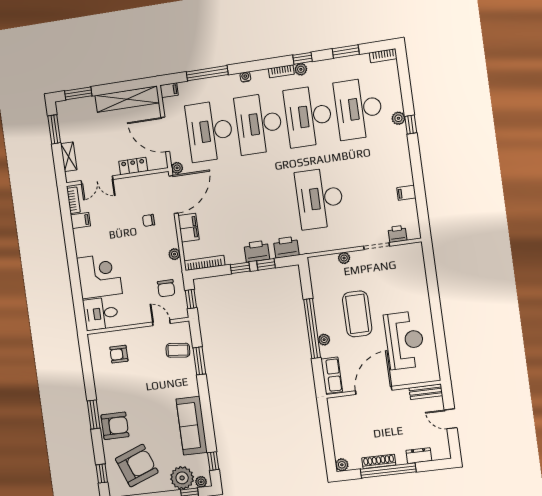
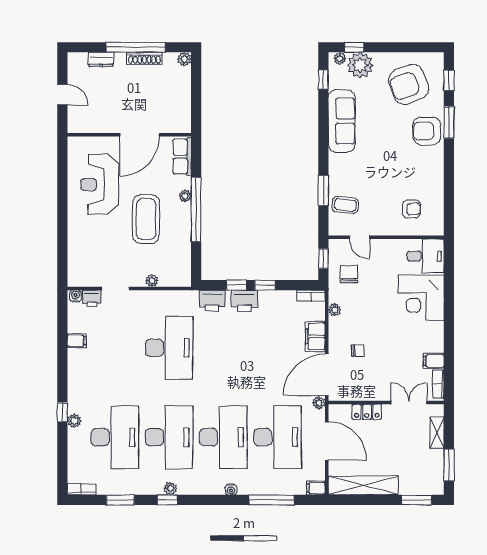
bookcase: (281, 71) -> (192, 490), removed
water cooler: (413, 234) -> (76, 296), added
bookcase: (205, 263) -> (311, 296), width x0.64
bench: (426, 392) -> (85, 127), removed
window: (94, 414) -> (449, 122), moved

